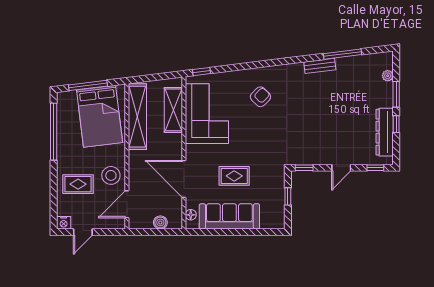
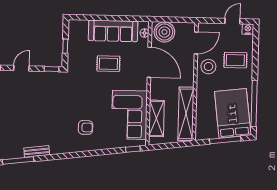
armchair: (260, 97) -> (85, 127), turned -134
bed: (100, 116) -> (233, 113), moved
boiler: (160, 222) -> (164, 32), width x1.86, depth x1.86

